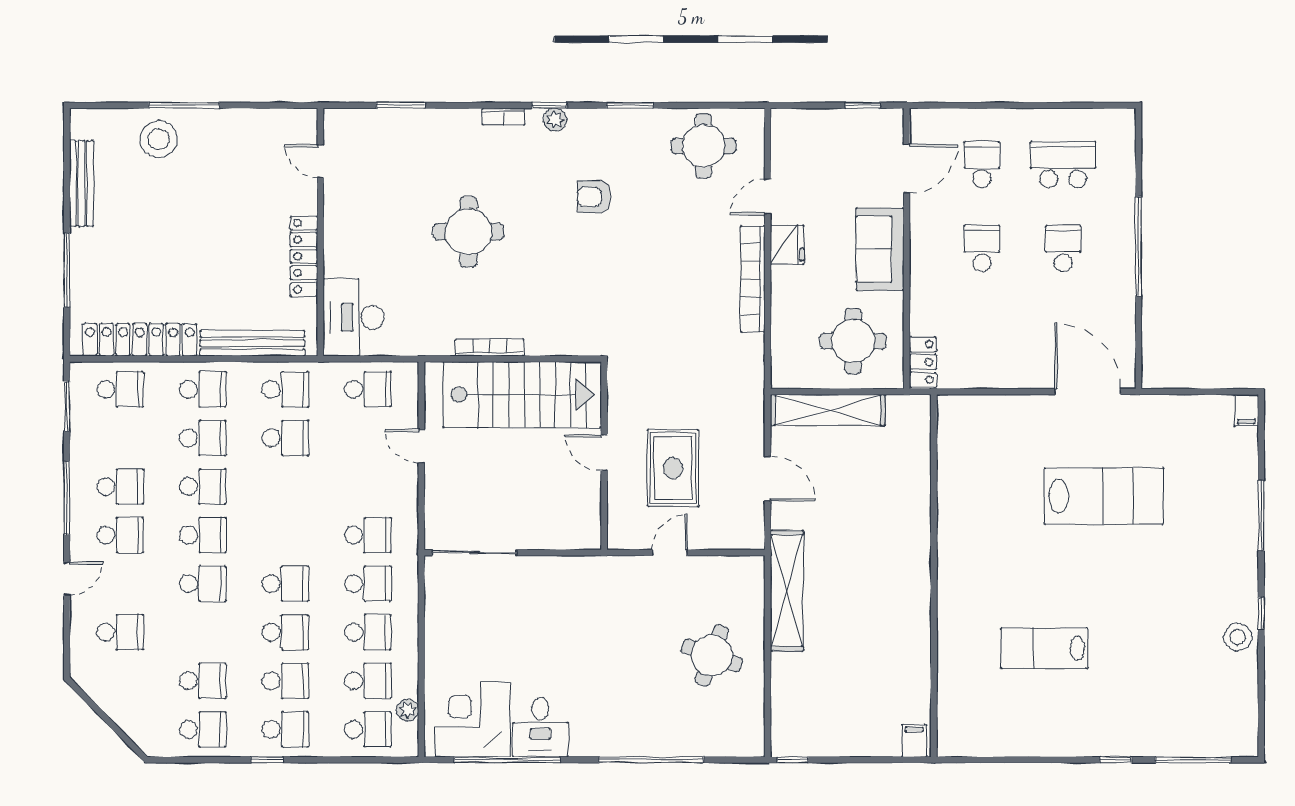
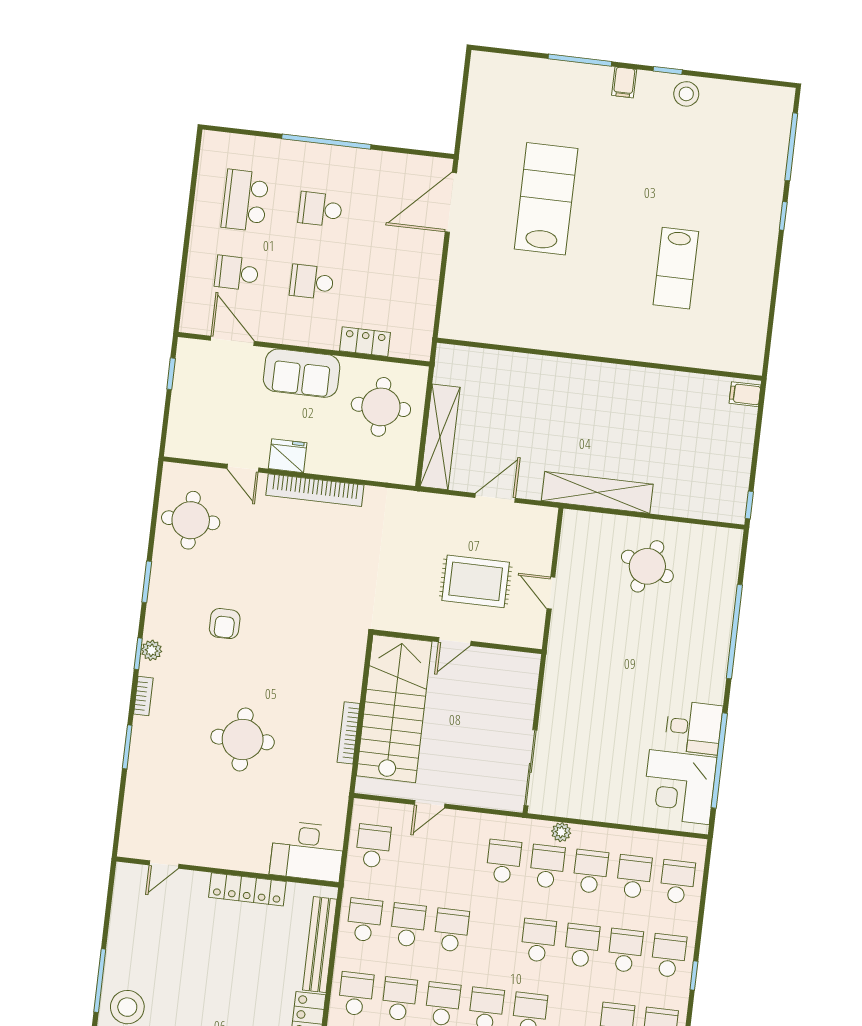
window: (401, 105) -> (127, 747), moved
locker: (923, 362) -> (365, 342), moved
filing cabinet: (1246, 410) -> (624, 82), moved, turned 90
school desk: (285, 487) -> (451, 930), added
plant: (408, 710) -> (561, 832), moved

